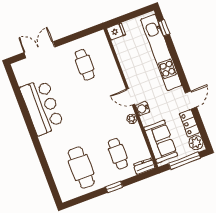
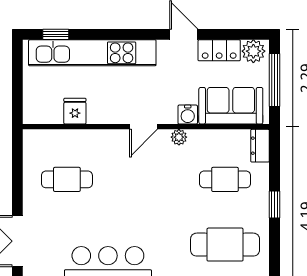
fridge: (116, 32) -> (75, 111), moved
water cooler: (143, 108) -> (188, 115), moved

